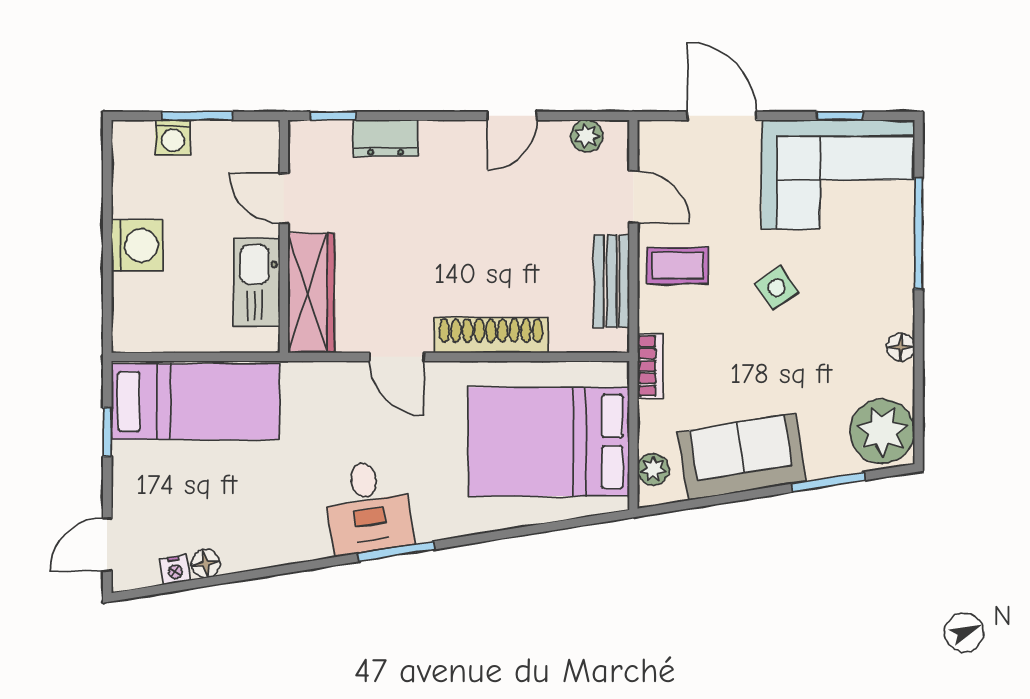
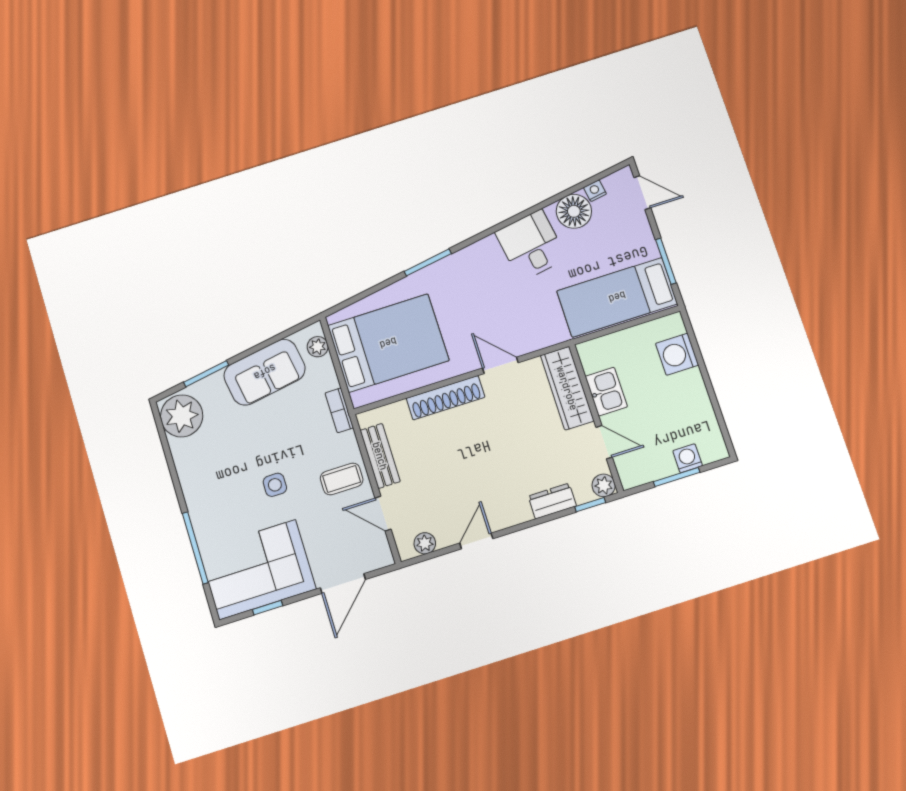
door: (722, 116) -> (343, 584), hinge flipped
plant: (305, 137) -> (604, 485), added
washing machine: (137, 245) -> (677, 354), moved
kitchen sink: (257, 282) -> (606, 392), width x0.73
side table: (777, 288) -> (275, 485), turned 35
floor lamp: (901, 347) -> (186, 472), removed
window: (107, 432) -> (666, 261), width x1.50
desk: (368, 507) -> (531, 245), moved
door: (107, 544) -> (642, 193), hinge flipped
window: (396, 551) -> (428, 262), moved
floor lamp: (206, 564) -> (574, 211), width x1.89, depth x1.89

